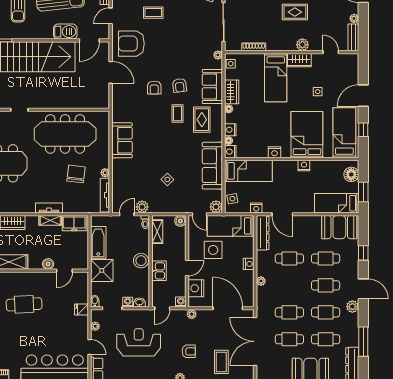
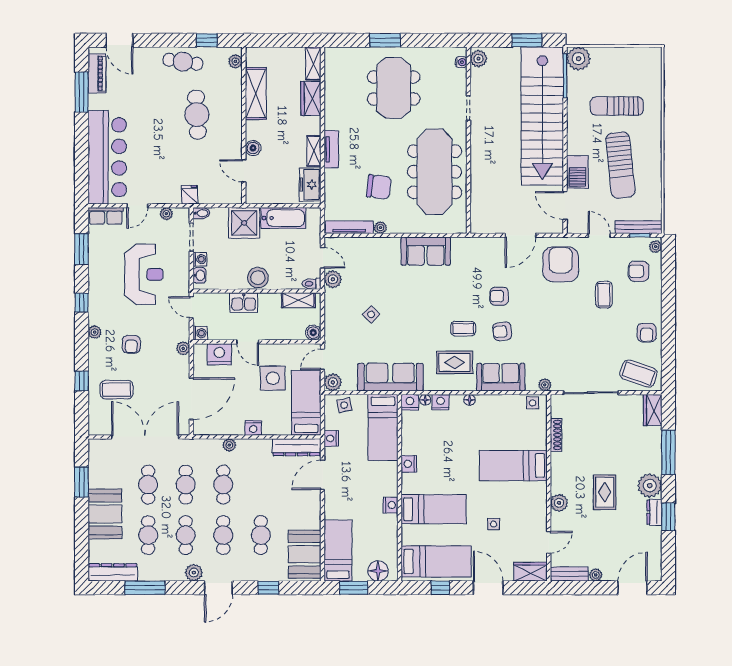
wardrobe: (299, 60) -> (530, 572), moved, turned 90
wardrobe: (232, 92) -> (493, 404), removed
bed: (307, 135) -> (434, 509), width x0.67
cafe table: (289, 258) -> (223, 485), moved

